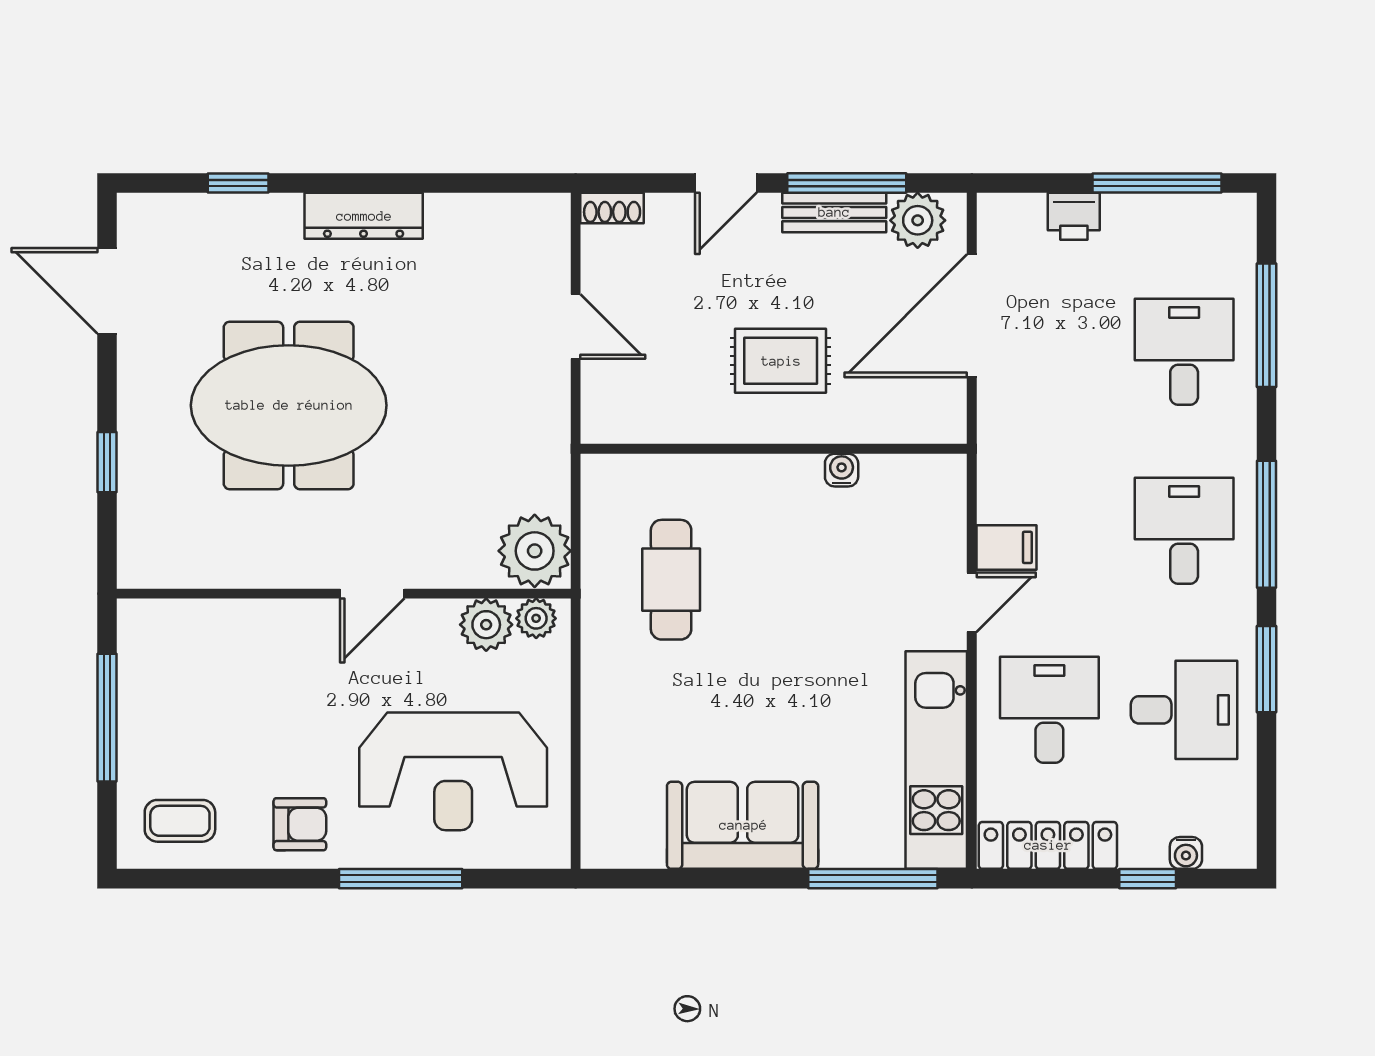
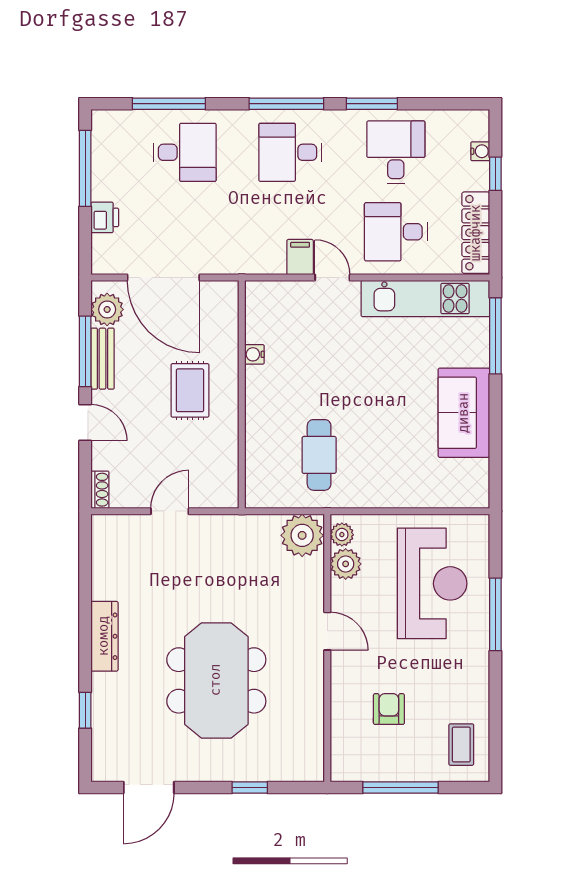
desk: (1184, 352) -> (185, 152), turned 180
cafe table: (671, 580) -> (319, 455), turned 90
armchair: (300, 824) -> (389, 709), moved

